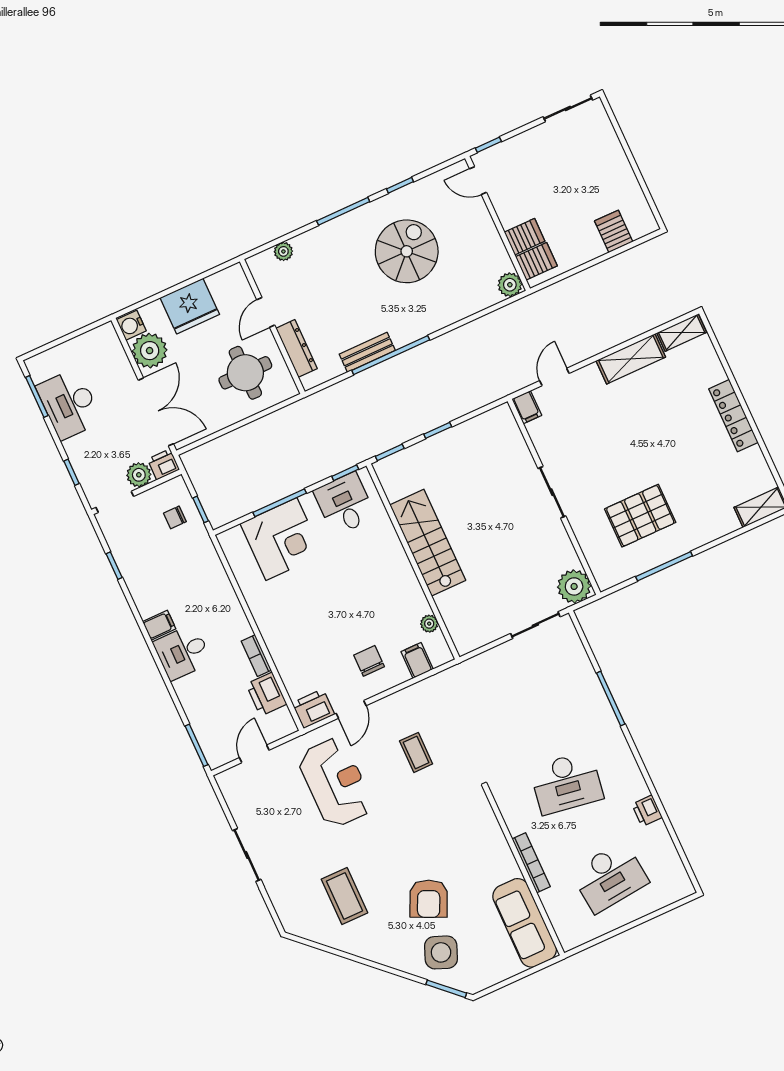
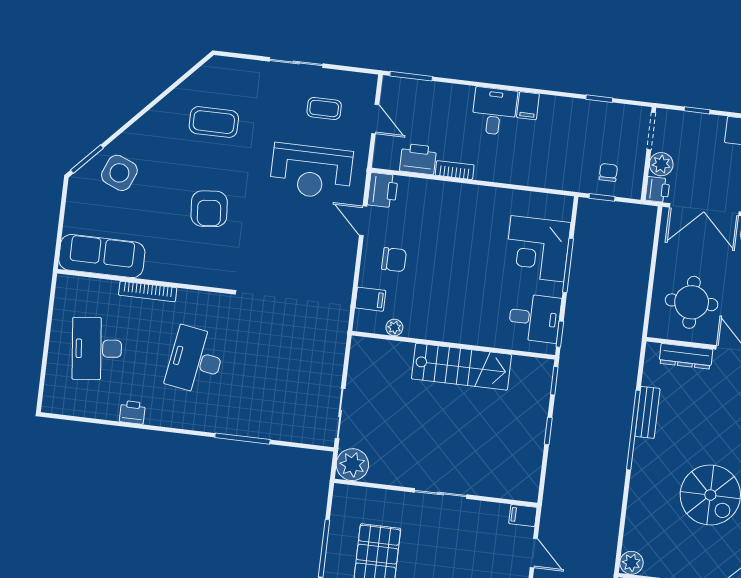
coffee table: (416, 752) -> (324, 108), moved
armchair: (429, 899) -> (209, 209), moved, turned -120

